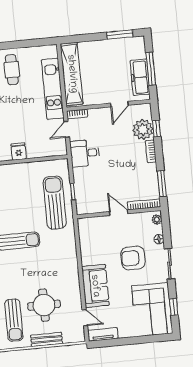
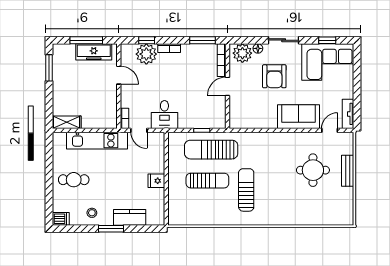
shelving: (72, 74) -> (67, 122), width x0.45, depth x0.75
plant: (157, 219) -> (242, 53), width x1.88, depth x1.88
sun lounger: (14, 320) -> (207, 181), moved

